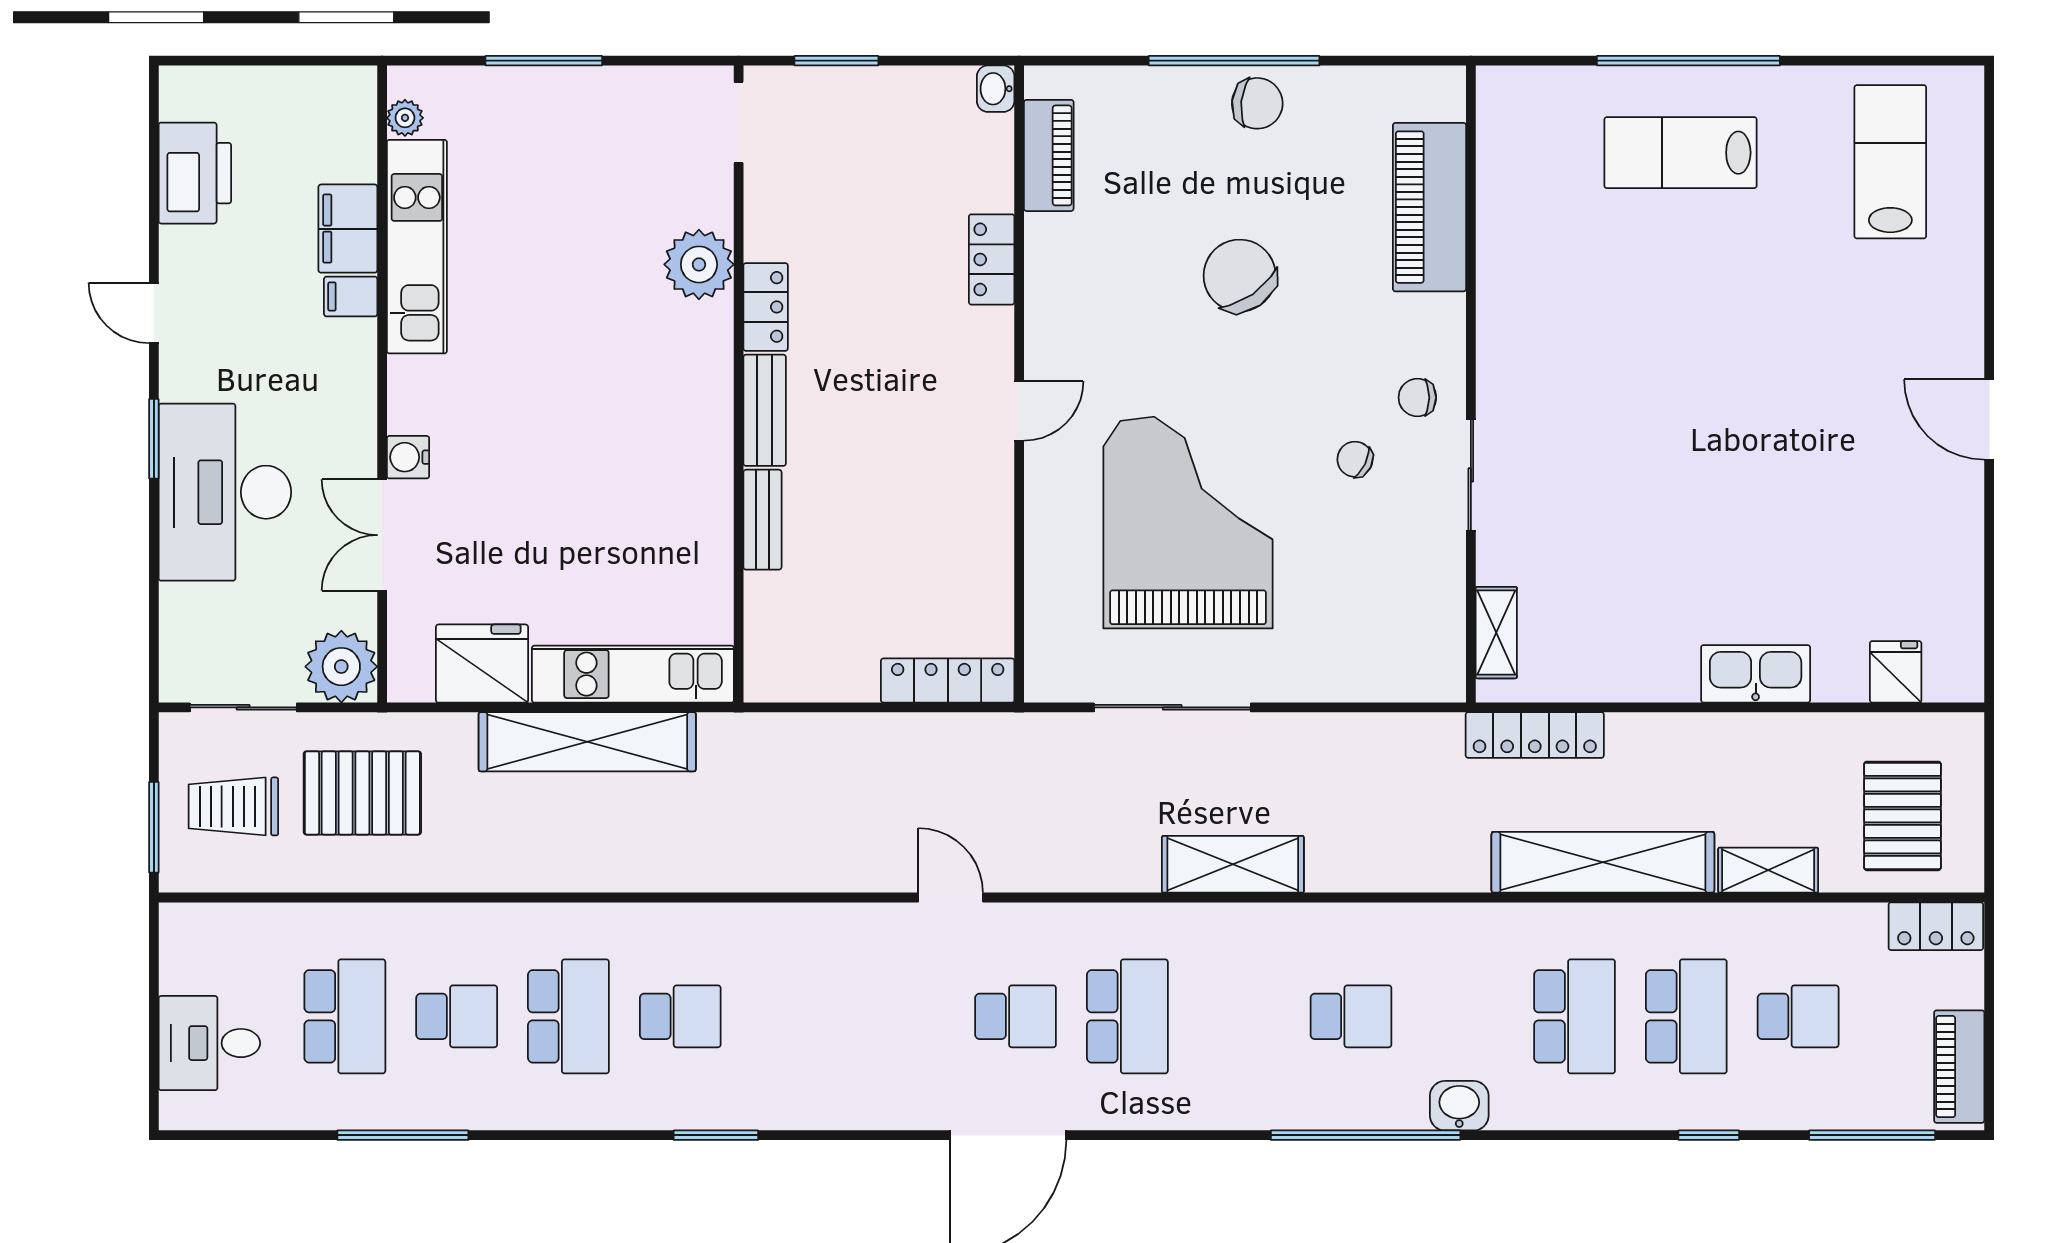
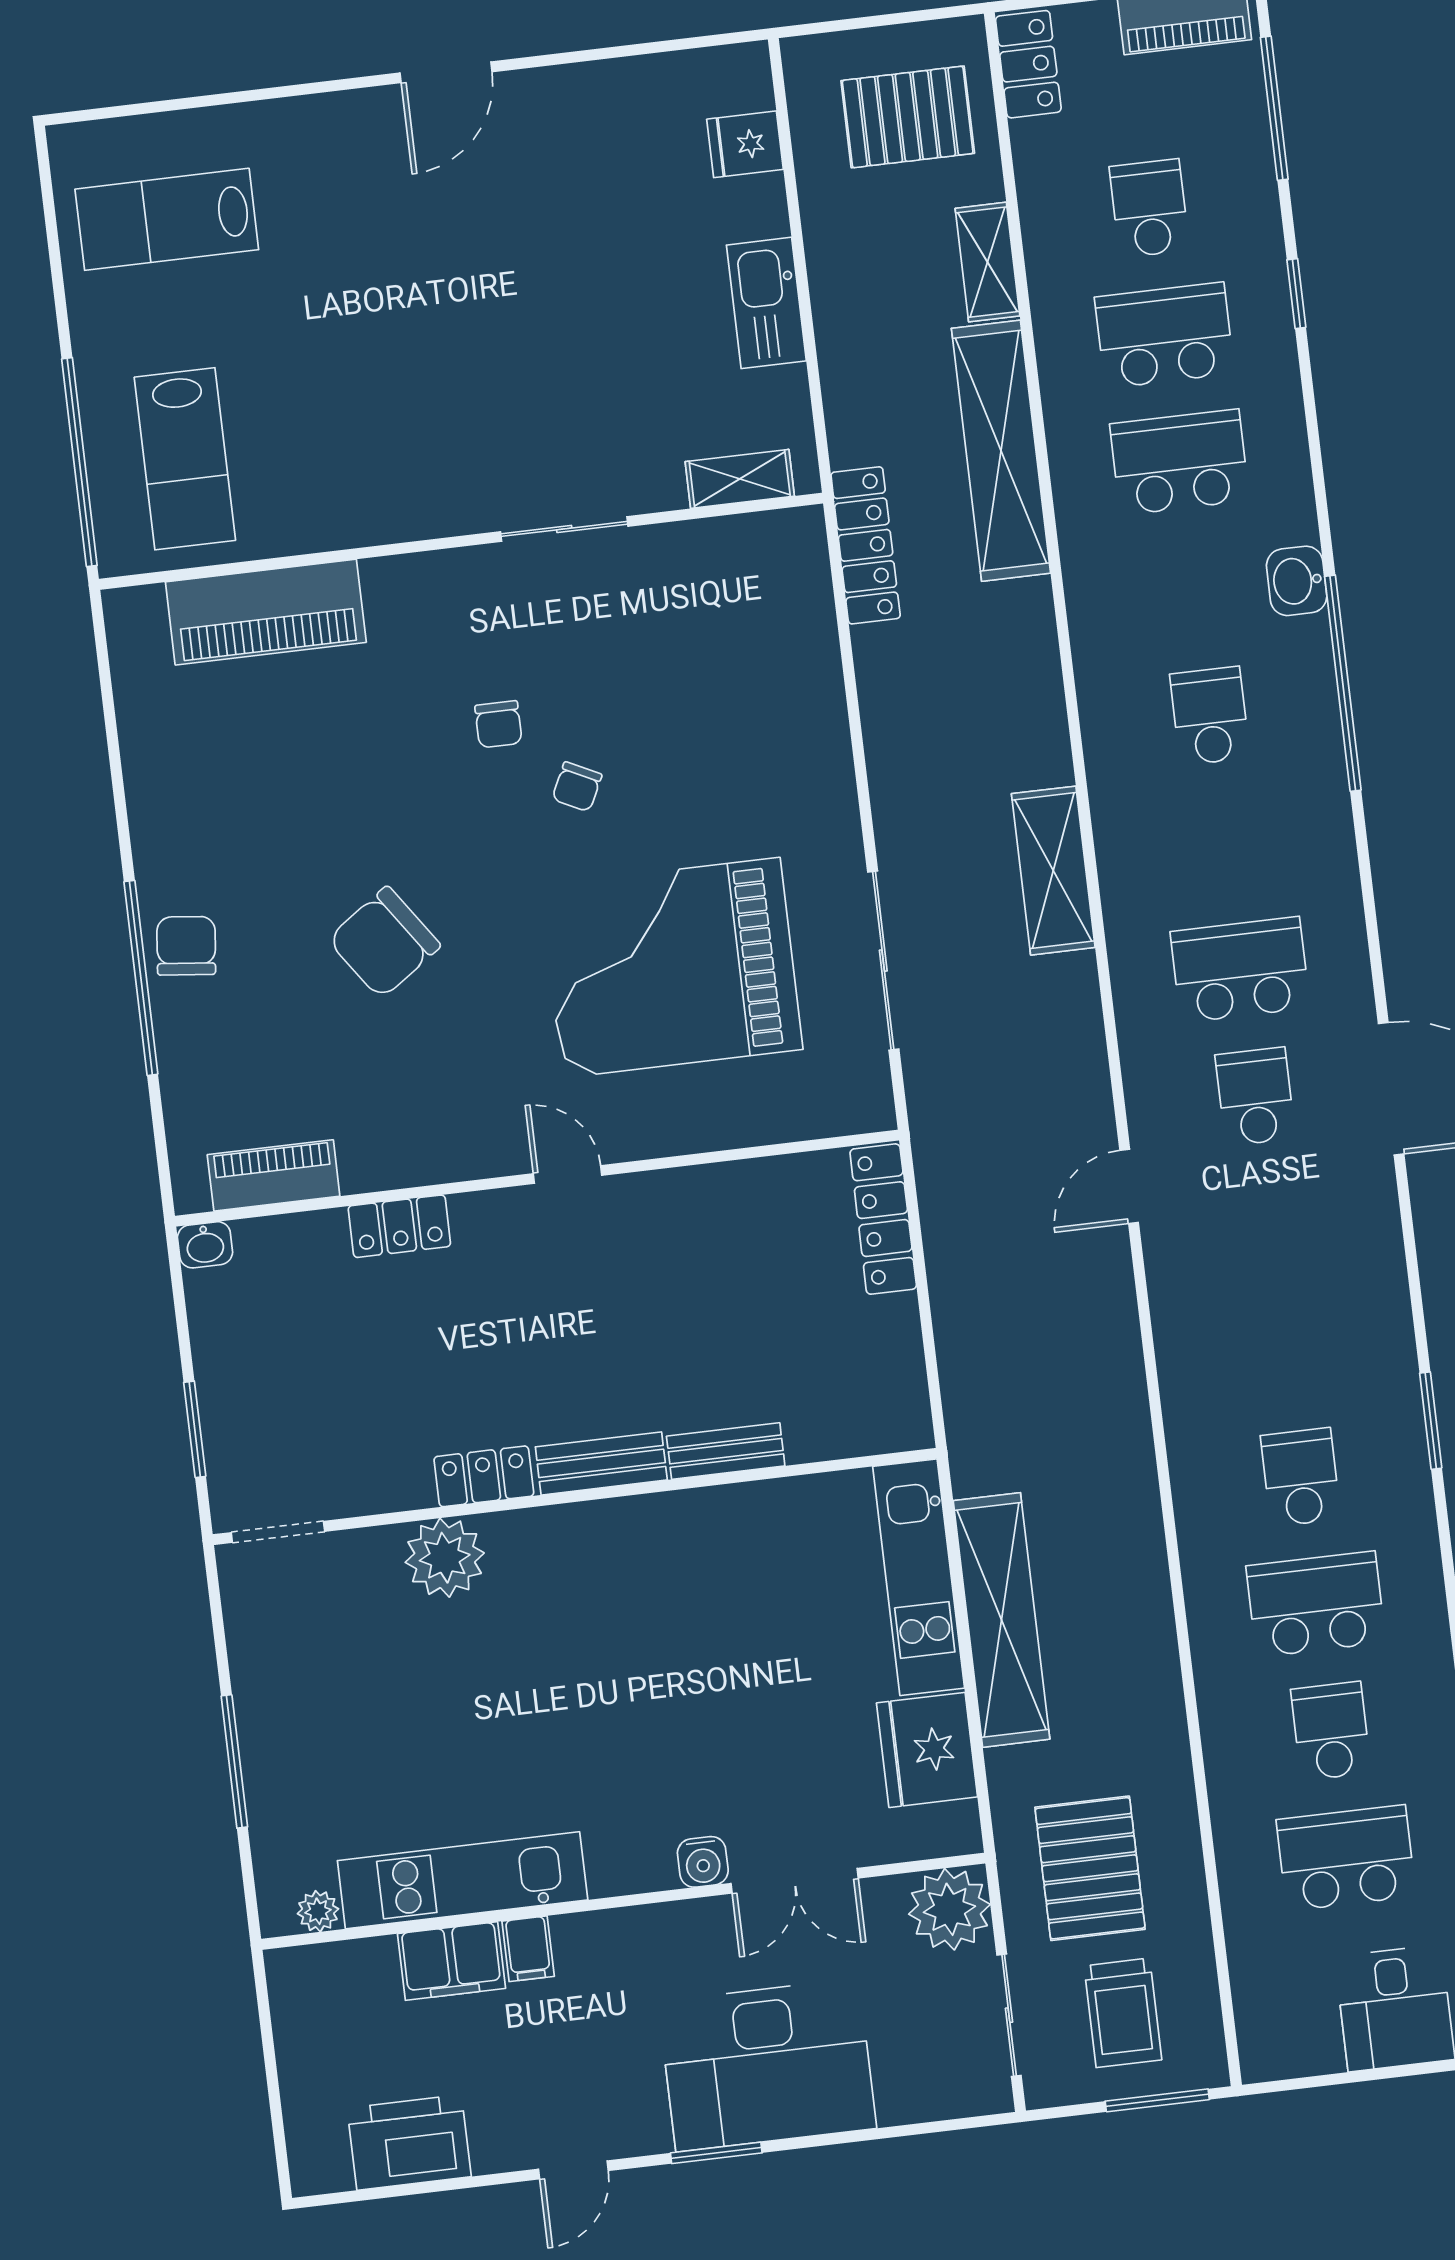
piano: (1430, 207) -> (266, 612), moved
wall: (1471, 384) -> (461, 541), moved
sliding door: (1471, 475) -> (564, 529), moved
shelving: (1496, 633) -> (740, 479), moved

